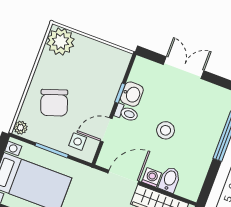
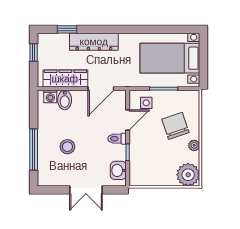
washbasin: (132, 94) -> (118, 170), moved
plant: (21, 128) -> (194, 145), moved
stool: (166, 130) -> (67, 147), moved
washing machine: (152, 177) -> (50, 96), moved

